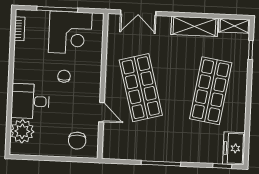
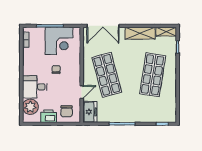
double door: (138, 13) -> (103, 26), width x1.37
door: (102, 112) -> (82, 92), hinge flipped
printer: (49, 147) -> (49, 116), added
freezer: (234, 148) -> (90, 112), moved, turned 180

